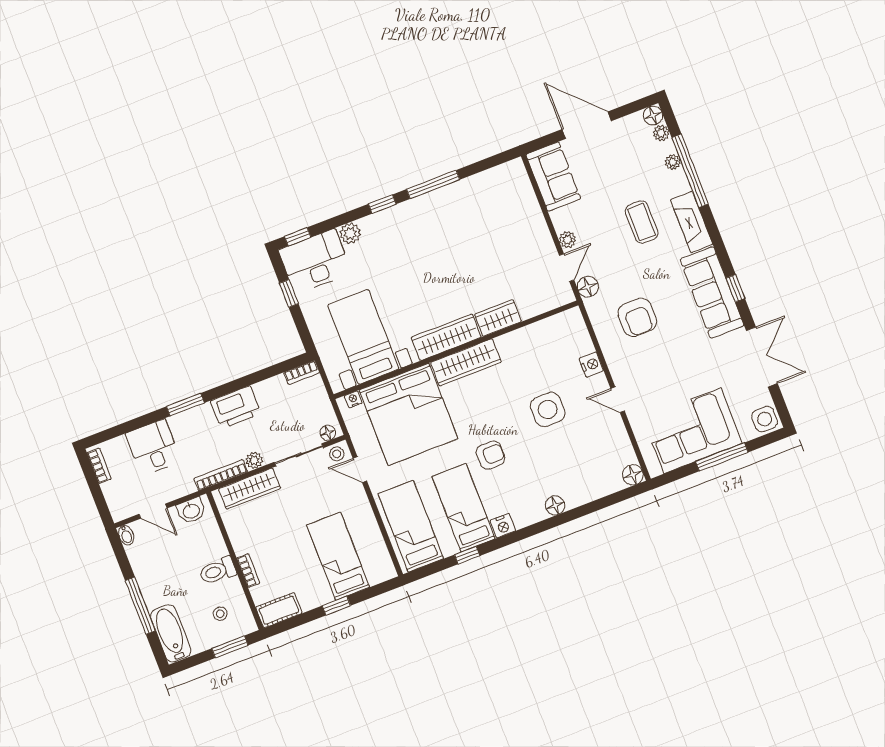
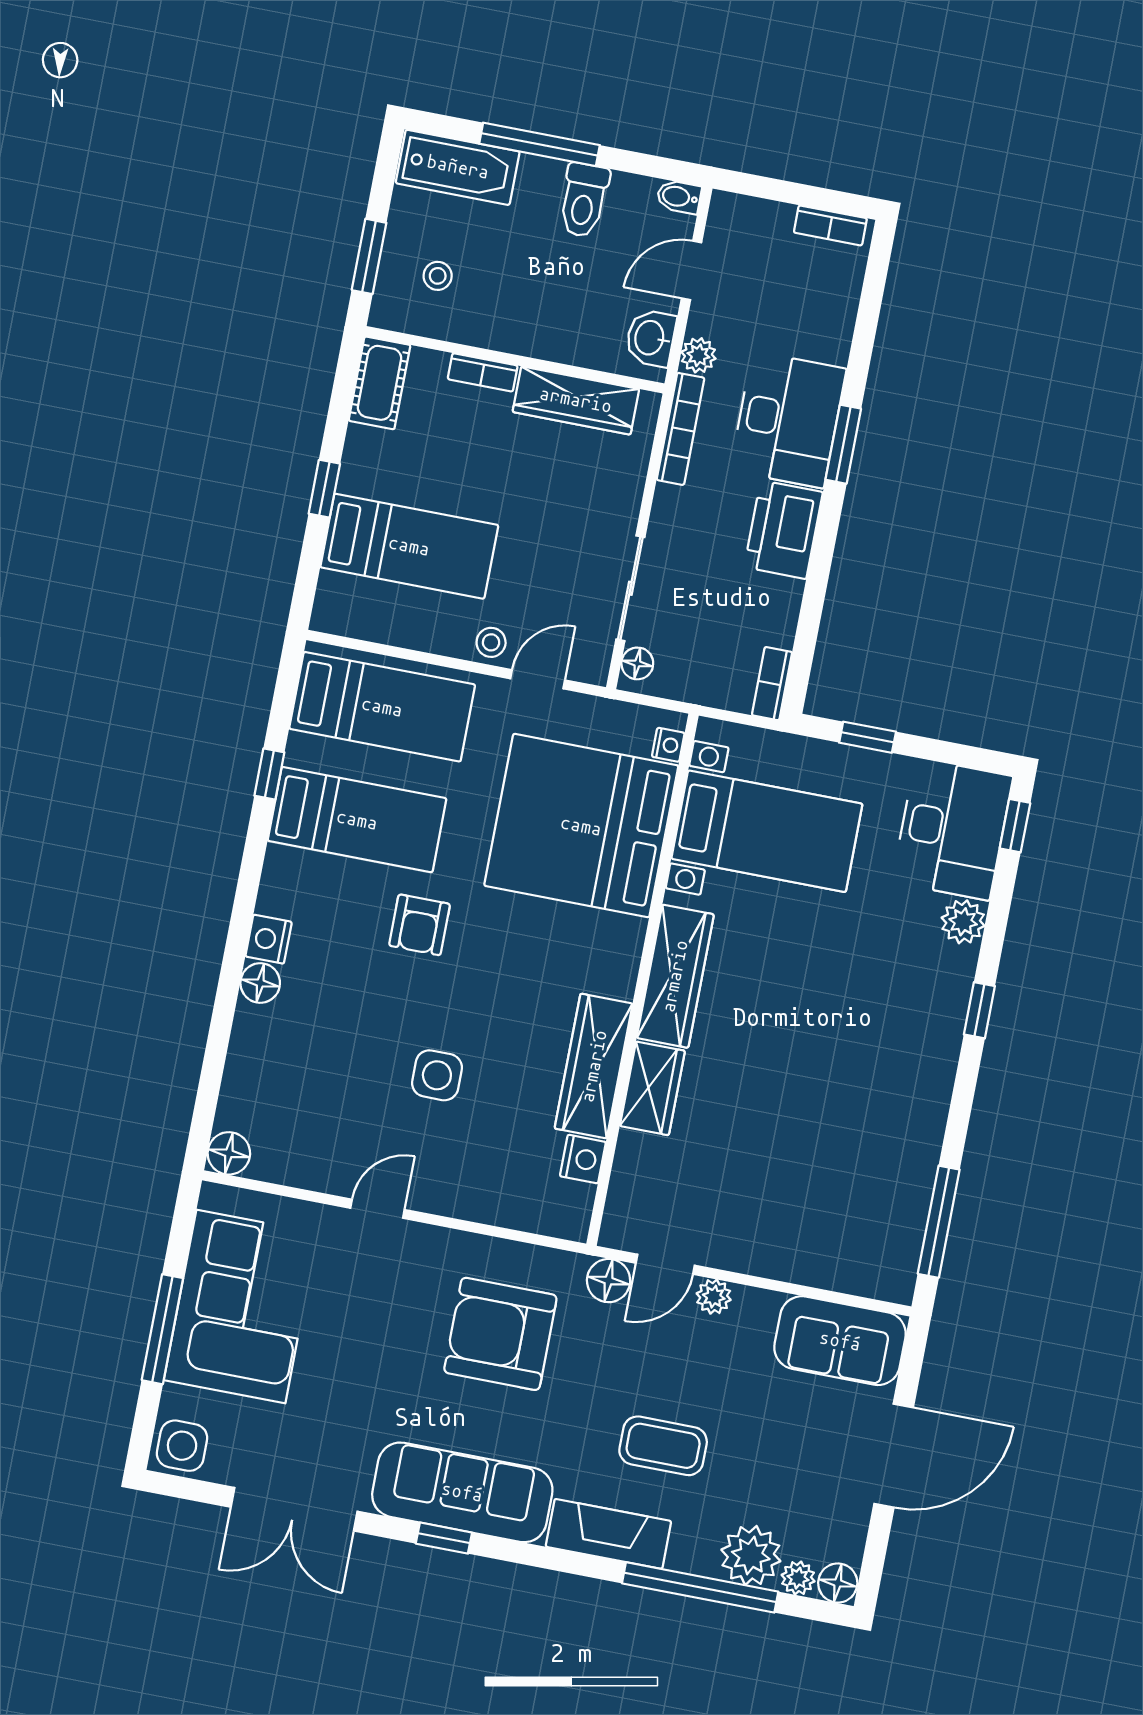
plant: (673, 162) -> (751, 1555), width x1.88, depth x1.88
window: (433, 184) -> (939, 1222), moved
door: (567, 268) -> (665, 1264), hinge flipped
window: (289, 293) -> (868, 737), moved
armchair: (637, 317) -> (500, 1334), width x1.36, depth x1.36
wardrobe: (466, 362) -> (594, 1066), moved
nightstand: (591, 365) -> (583, 1159), moved, turned -90
side table: (548, 409) -> (437, 1075), width x0.73, depth x0.73
desk: (153, 447) -> (788, 420), moved, width x1.37
stool: (337, 454) -> (491, 642), moved
plant: (254, 460) -> (698, 355), moved
wardrobe: (250, 489) -> (576, 400), moved, turned -90
nightstand: (503, 526) -> (269, 939), moved
toilet: (218, 571) -> (584, 200), moved, turned 180

